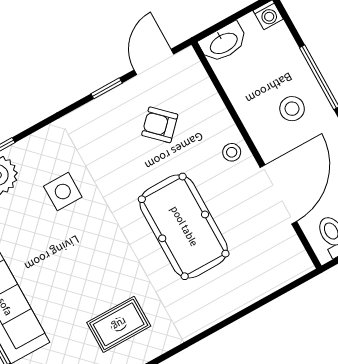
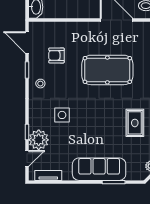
armchair: (160, 125) -> (56, 55), turned 46
stool: (232, 152) -> (40, 84), moved

